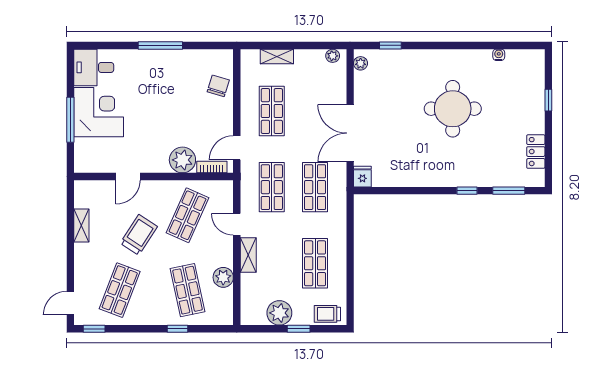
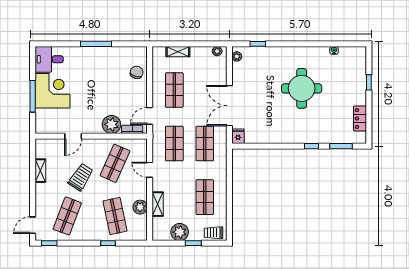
shelving: (248, 255) -> (158, 204), moved

